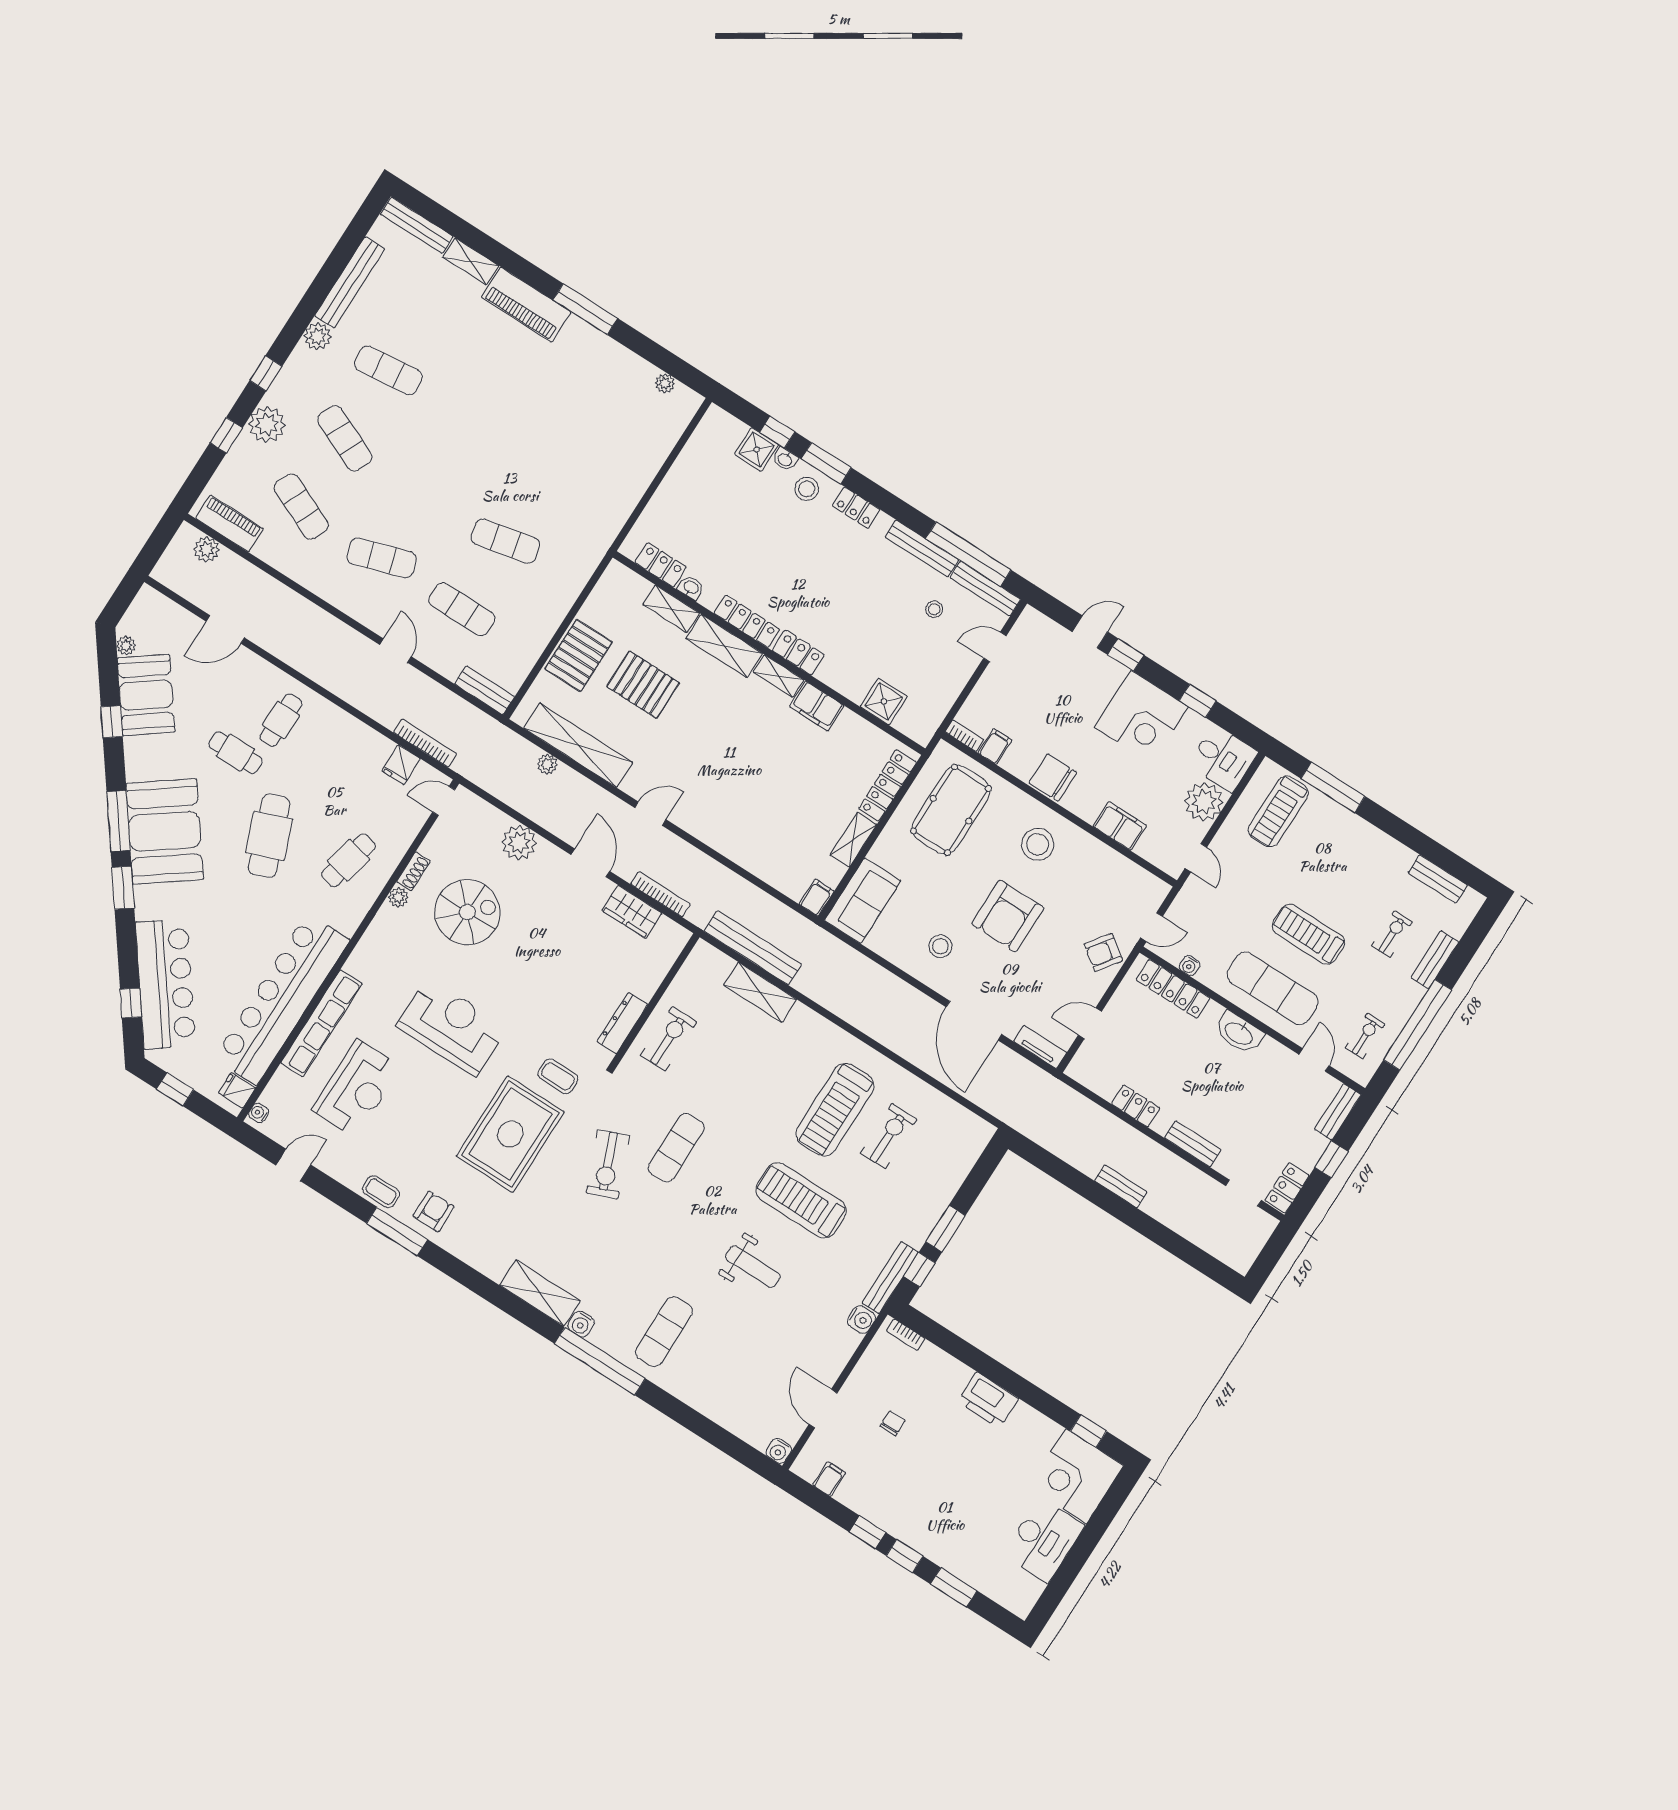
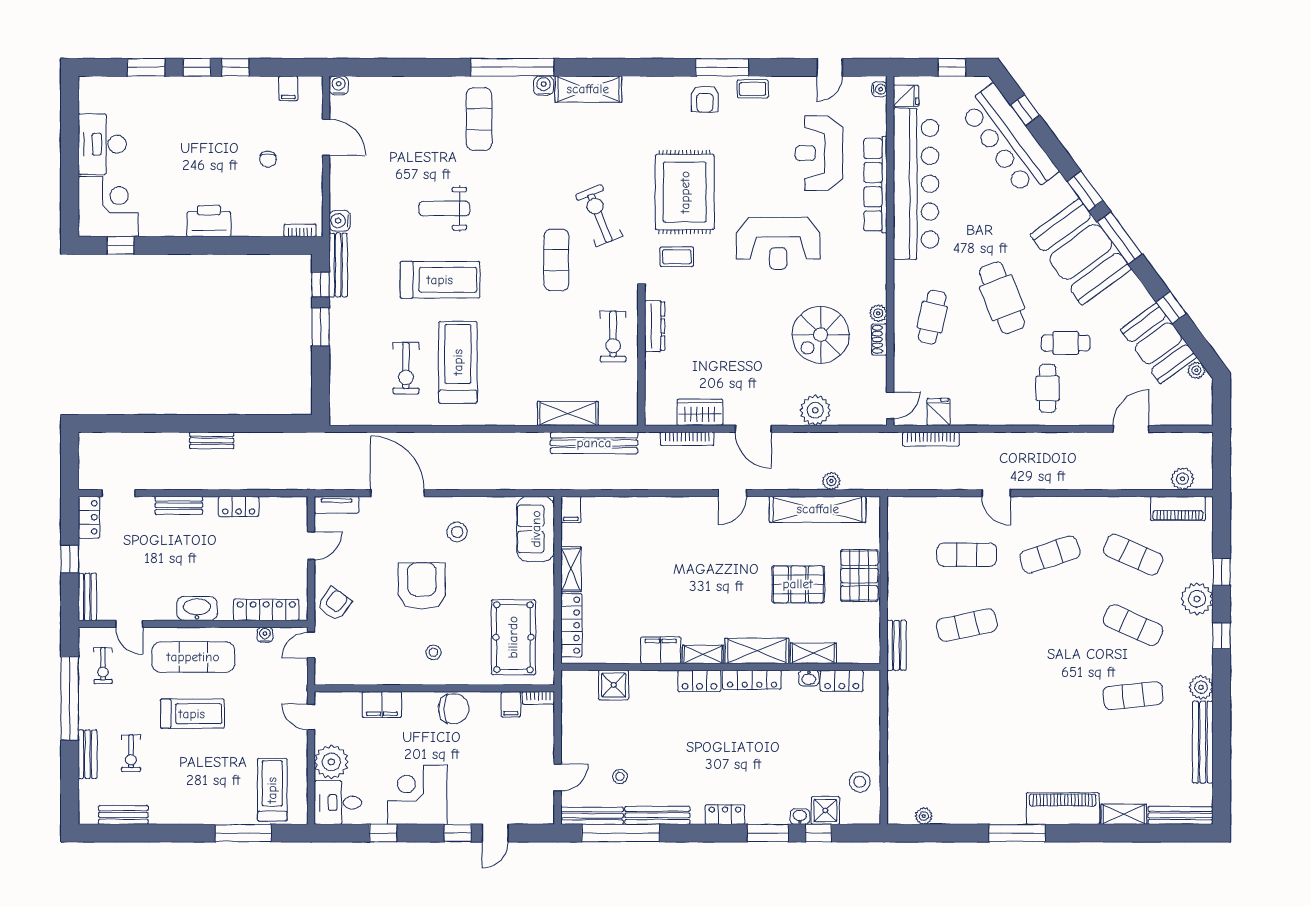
stool: (807, 489) -> (860, 782), moved
bench: (485, 690) -> (897, 645), moved, turned 90
stool: (1038, 844) -> (433, 652), width x0.53, depth x0.53

